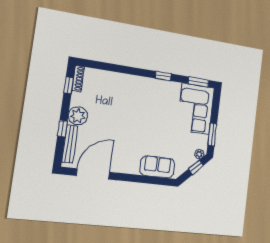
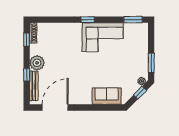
window: (163, 76) -> (88, 20), moved
corner sofa: (196, 109) -> (103, 37), moved, turned -90

